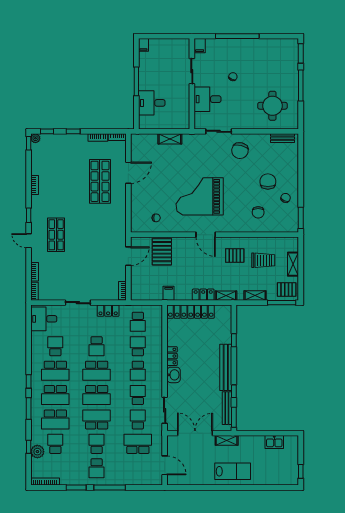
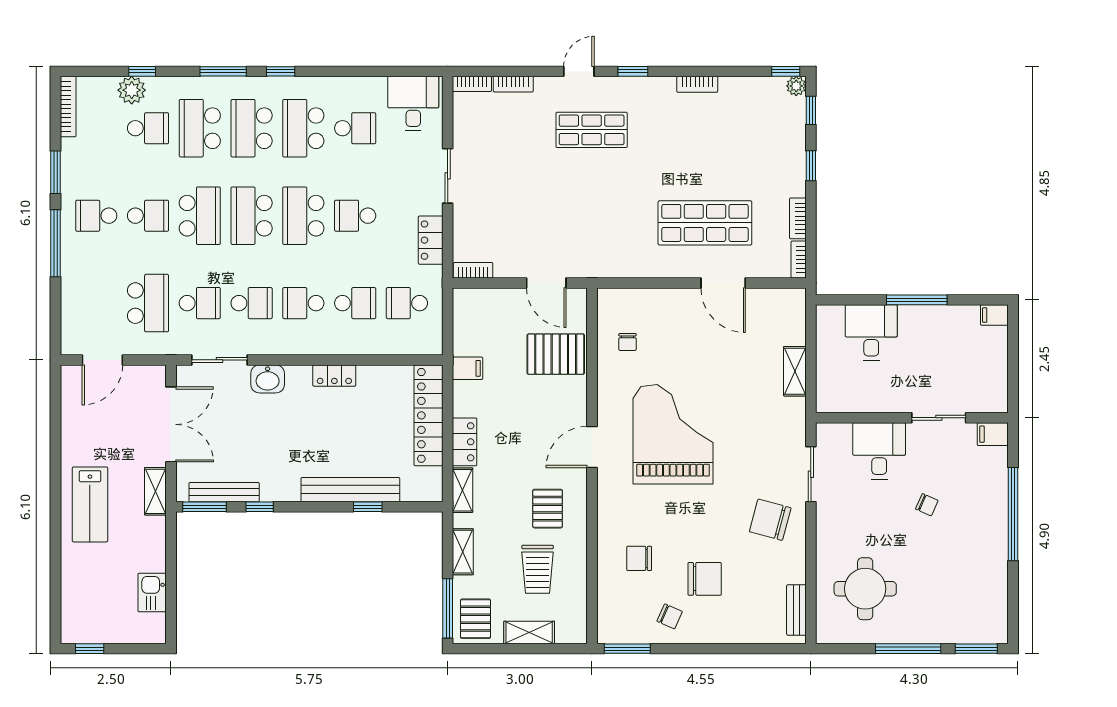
bench: (226, 367) -> (350, 490), moved
washbasin: (174, 375) -> (268, 379), moved

